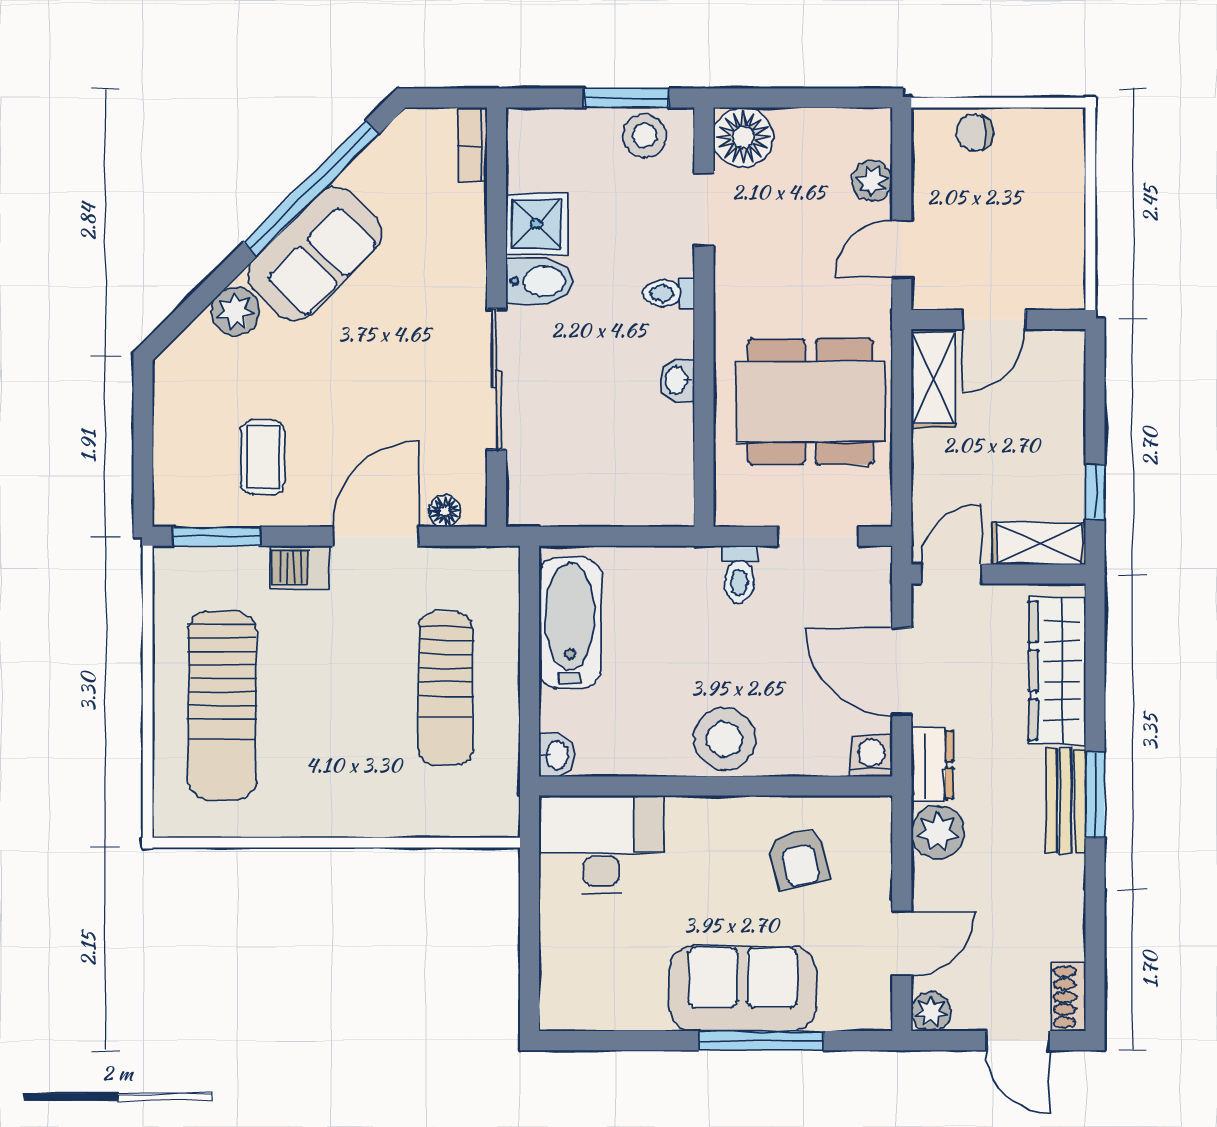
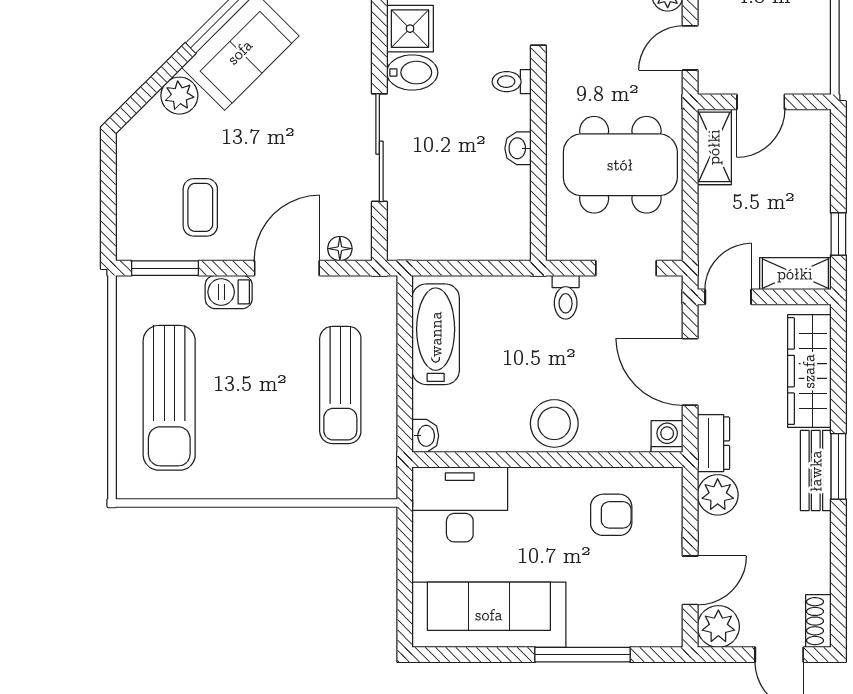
armchair: (799, 858) -> (611, 515), turned -77
sofa: (743, 988) -> (489, 615), moved, width x1.36
plant: (931, 1011) -> (718, 627), width x1.38, depth x1.38

